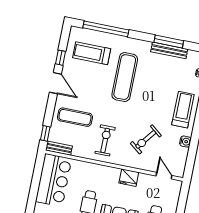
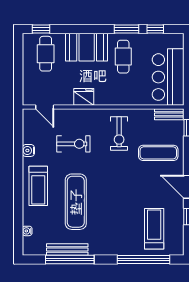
window: (169, 42) -> (70, 259), width x1.46
treadmill: (92, 53) -> (154, 229), turned -90
exercise mat: (125, 77) -> (76, 202), moved
exercise bike: (146, 139) -> (73, 144), turned 52

